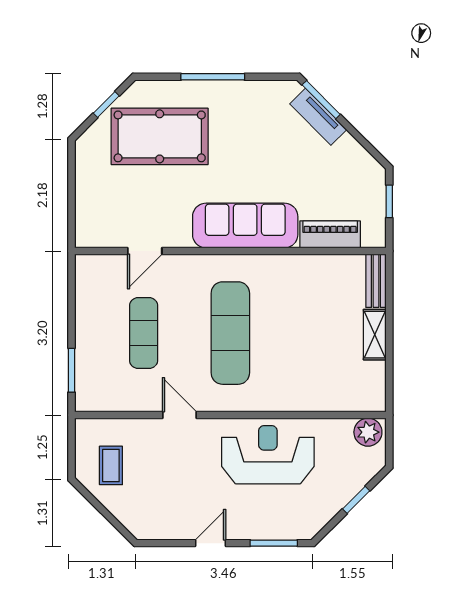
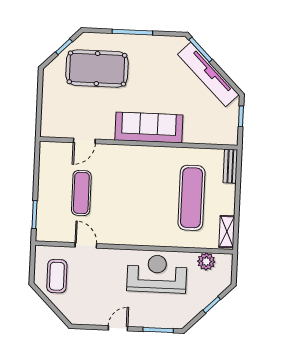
tv unit: (318, 117) -> (208, 74), width x1.92, depth x1.29
piano: (330, 234) -> (202, 136), removed
exercise mat: (230, 333) -> (191, 198), moved
shelving: (375, 335) -> (227, 232), moved
door: (179, 415) -> (86, 245), moved
plant: (368, 432) -> (206, 261), moved
coffee table: (111, 465) -> (57, 276), width x1.36, depth x1.30

